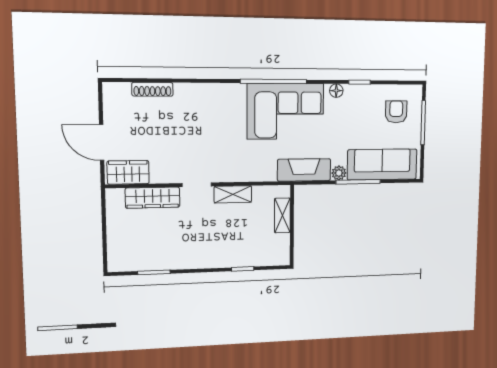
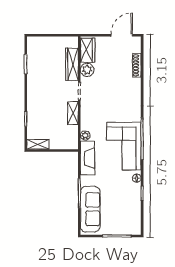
armchair: (396, 112) -> (124, 218), removed
door: (102, 143) -> (122, 35), moved
plant: (162, 172) -> (87, 70), added
plant: (339, 173) -> (85, 136), moved
shelving: (282, 215) -> (38, 144), moved

